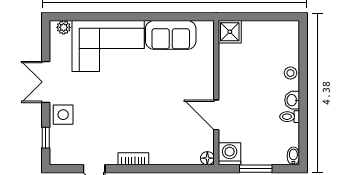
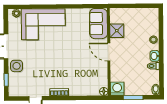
shower: (230, 32) -> (117, 31), moved
sofa: (171, 35) -> (98, 24), moved, turned 90
door: (216, 115) -> (109, 52), moved

